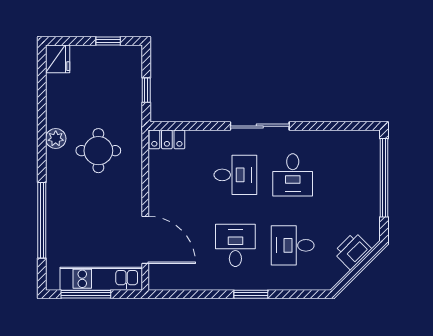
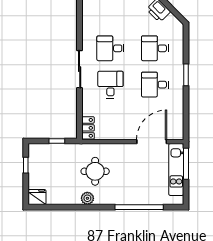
desk: (293, 175) -> (110, 48), turned 180
desk: (293, 245) -> (155, 48), turned 90
window: (86, 294) -> (186, 164), moved

